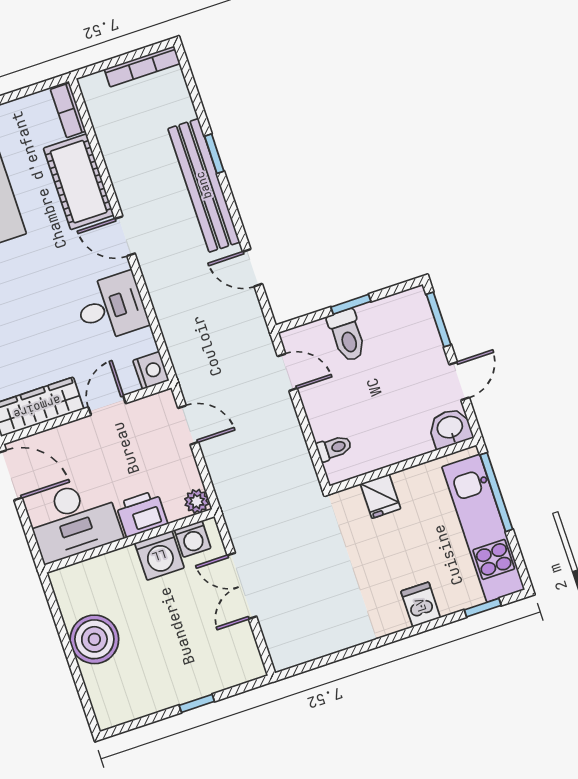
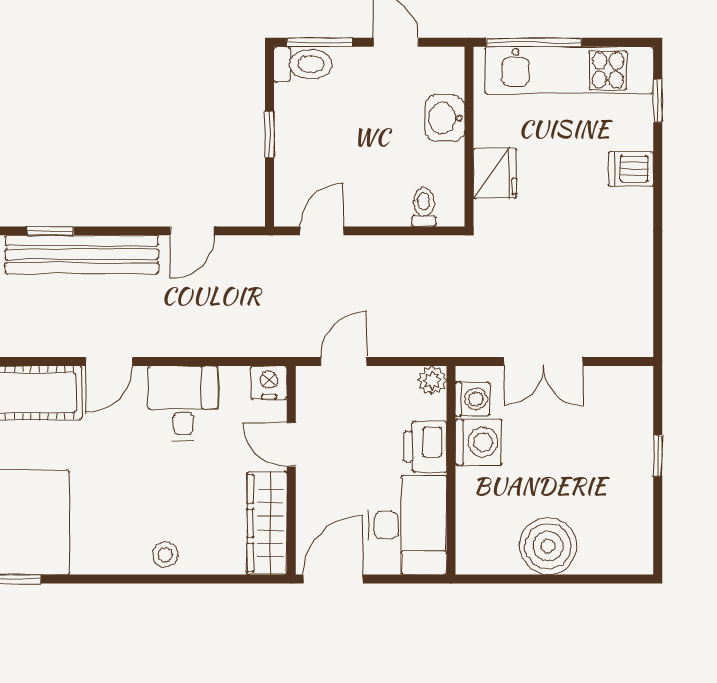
toilet: (347, 335) -> (303, 64), moved
washbasin: (450, 428) -> (445, 118), moved
fridge: (380, 496) -> (495, 173), width x1.38

